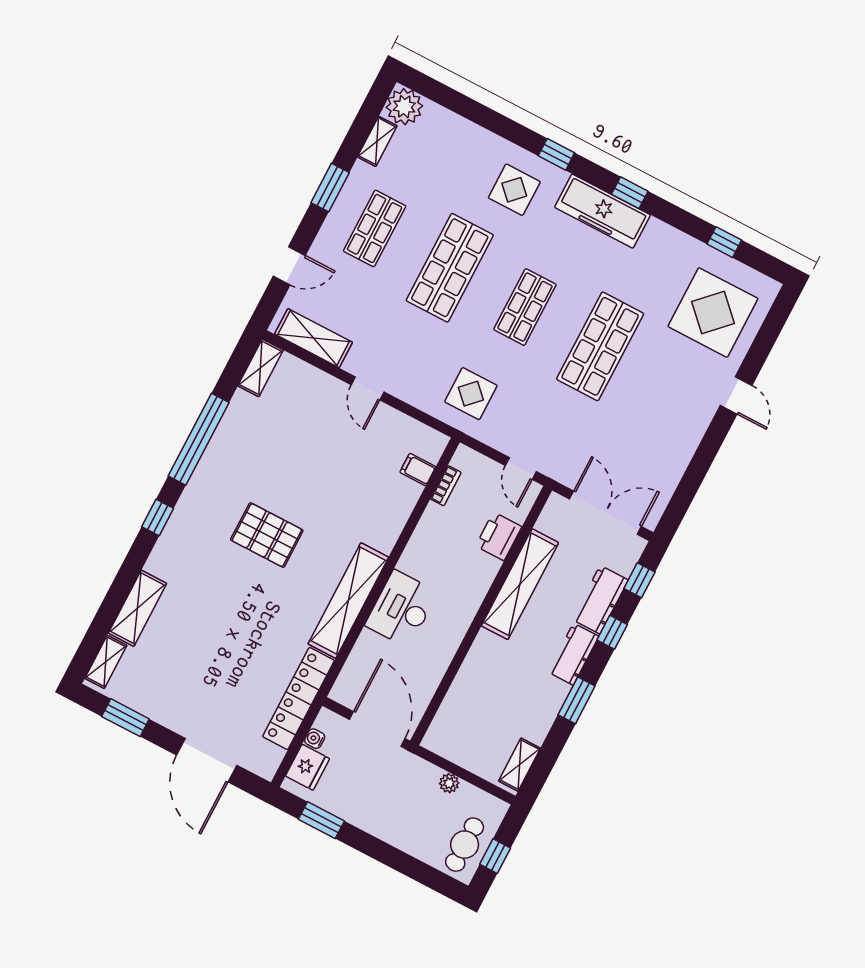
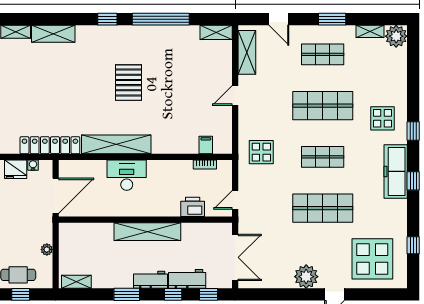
plant: (688, 423) -> (306, 277), added
shelving: (520, 584) -> (147, 232), moved

